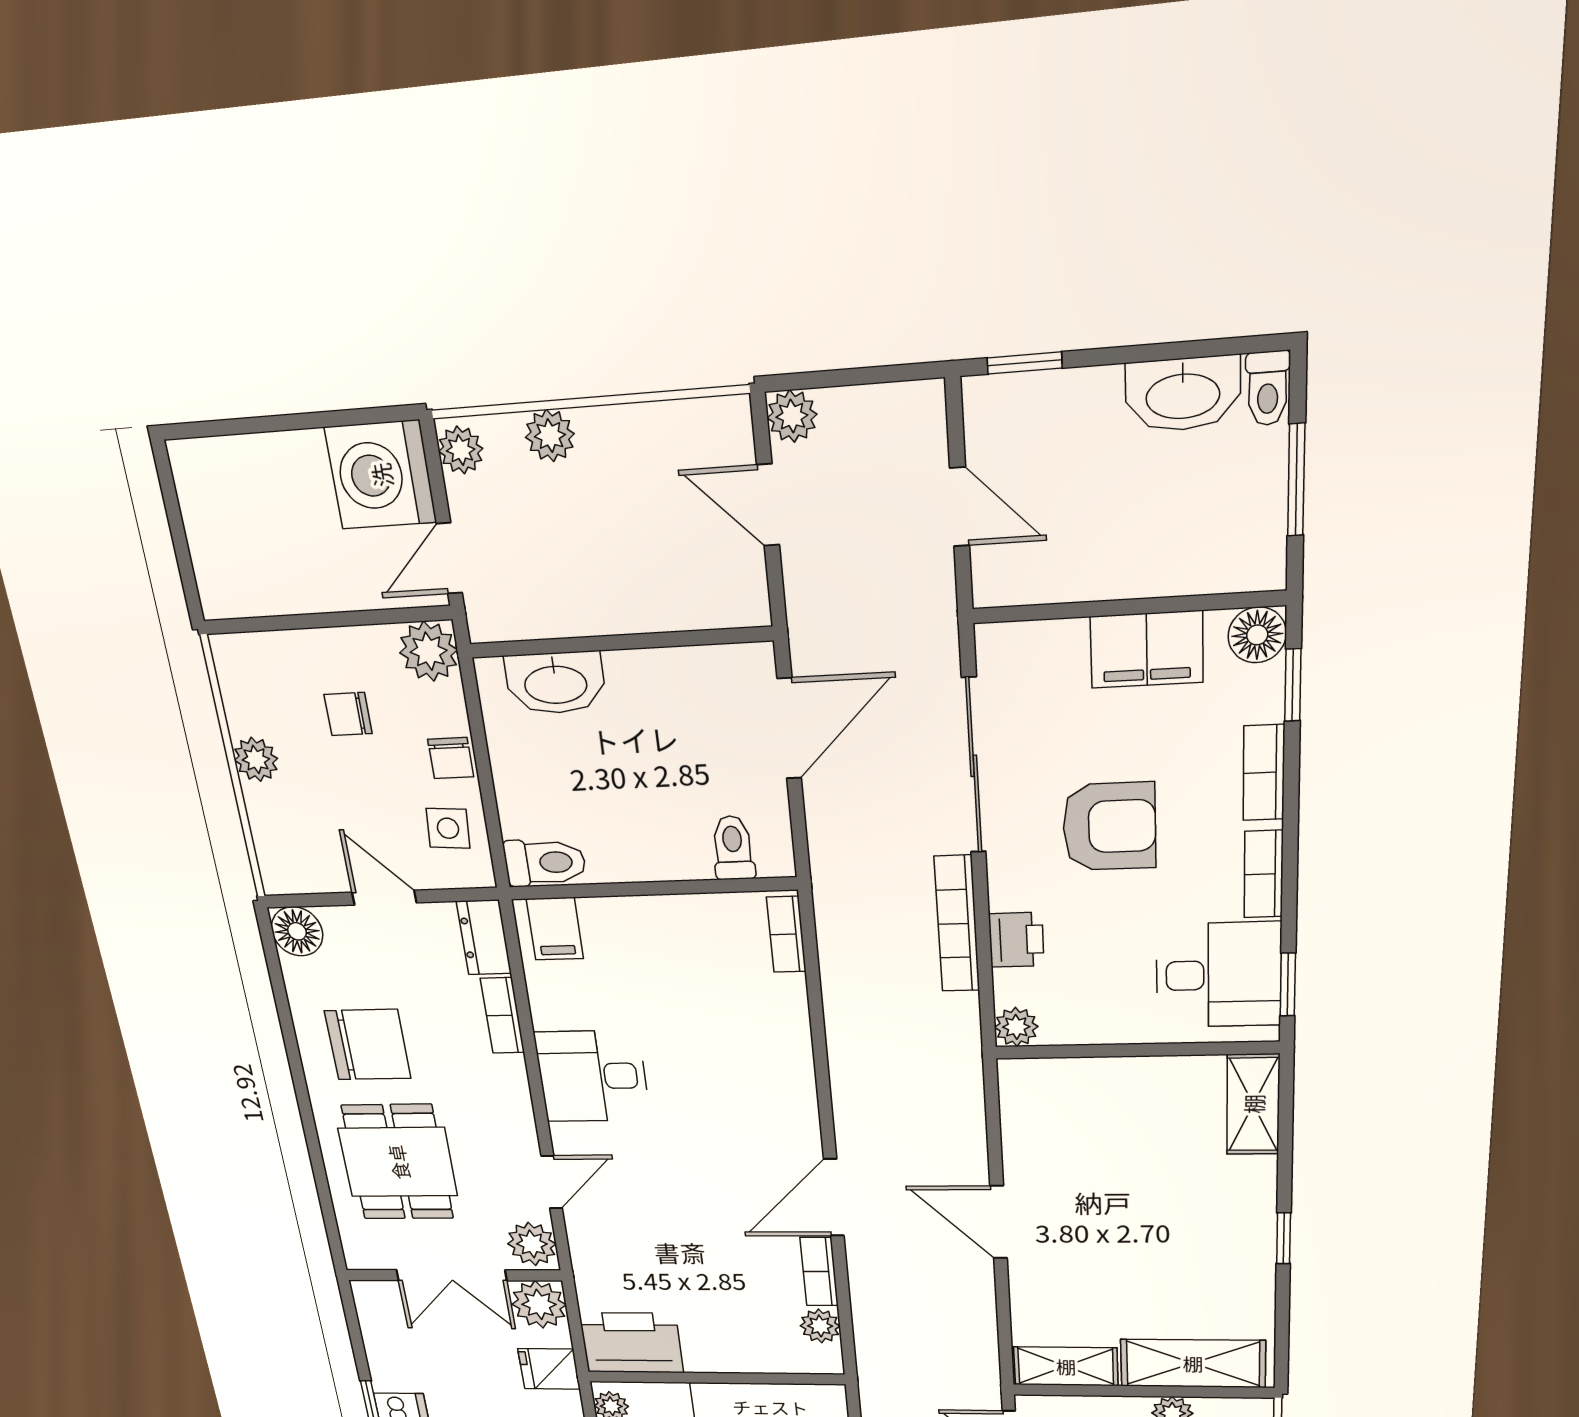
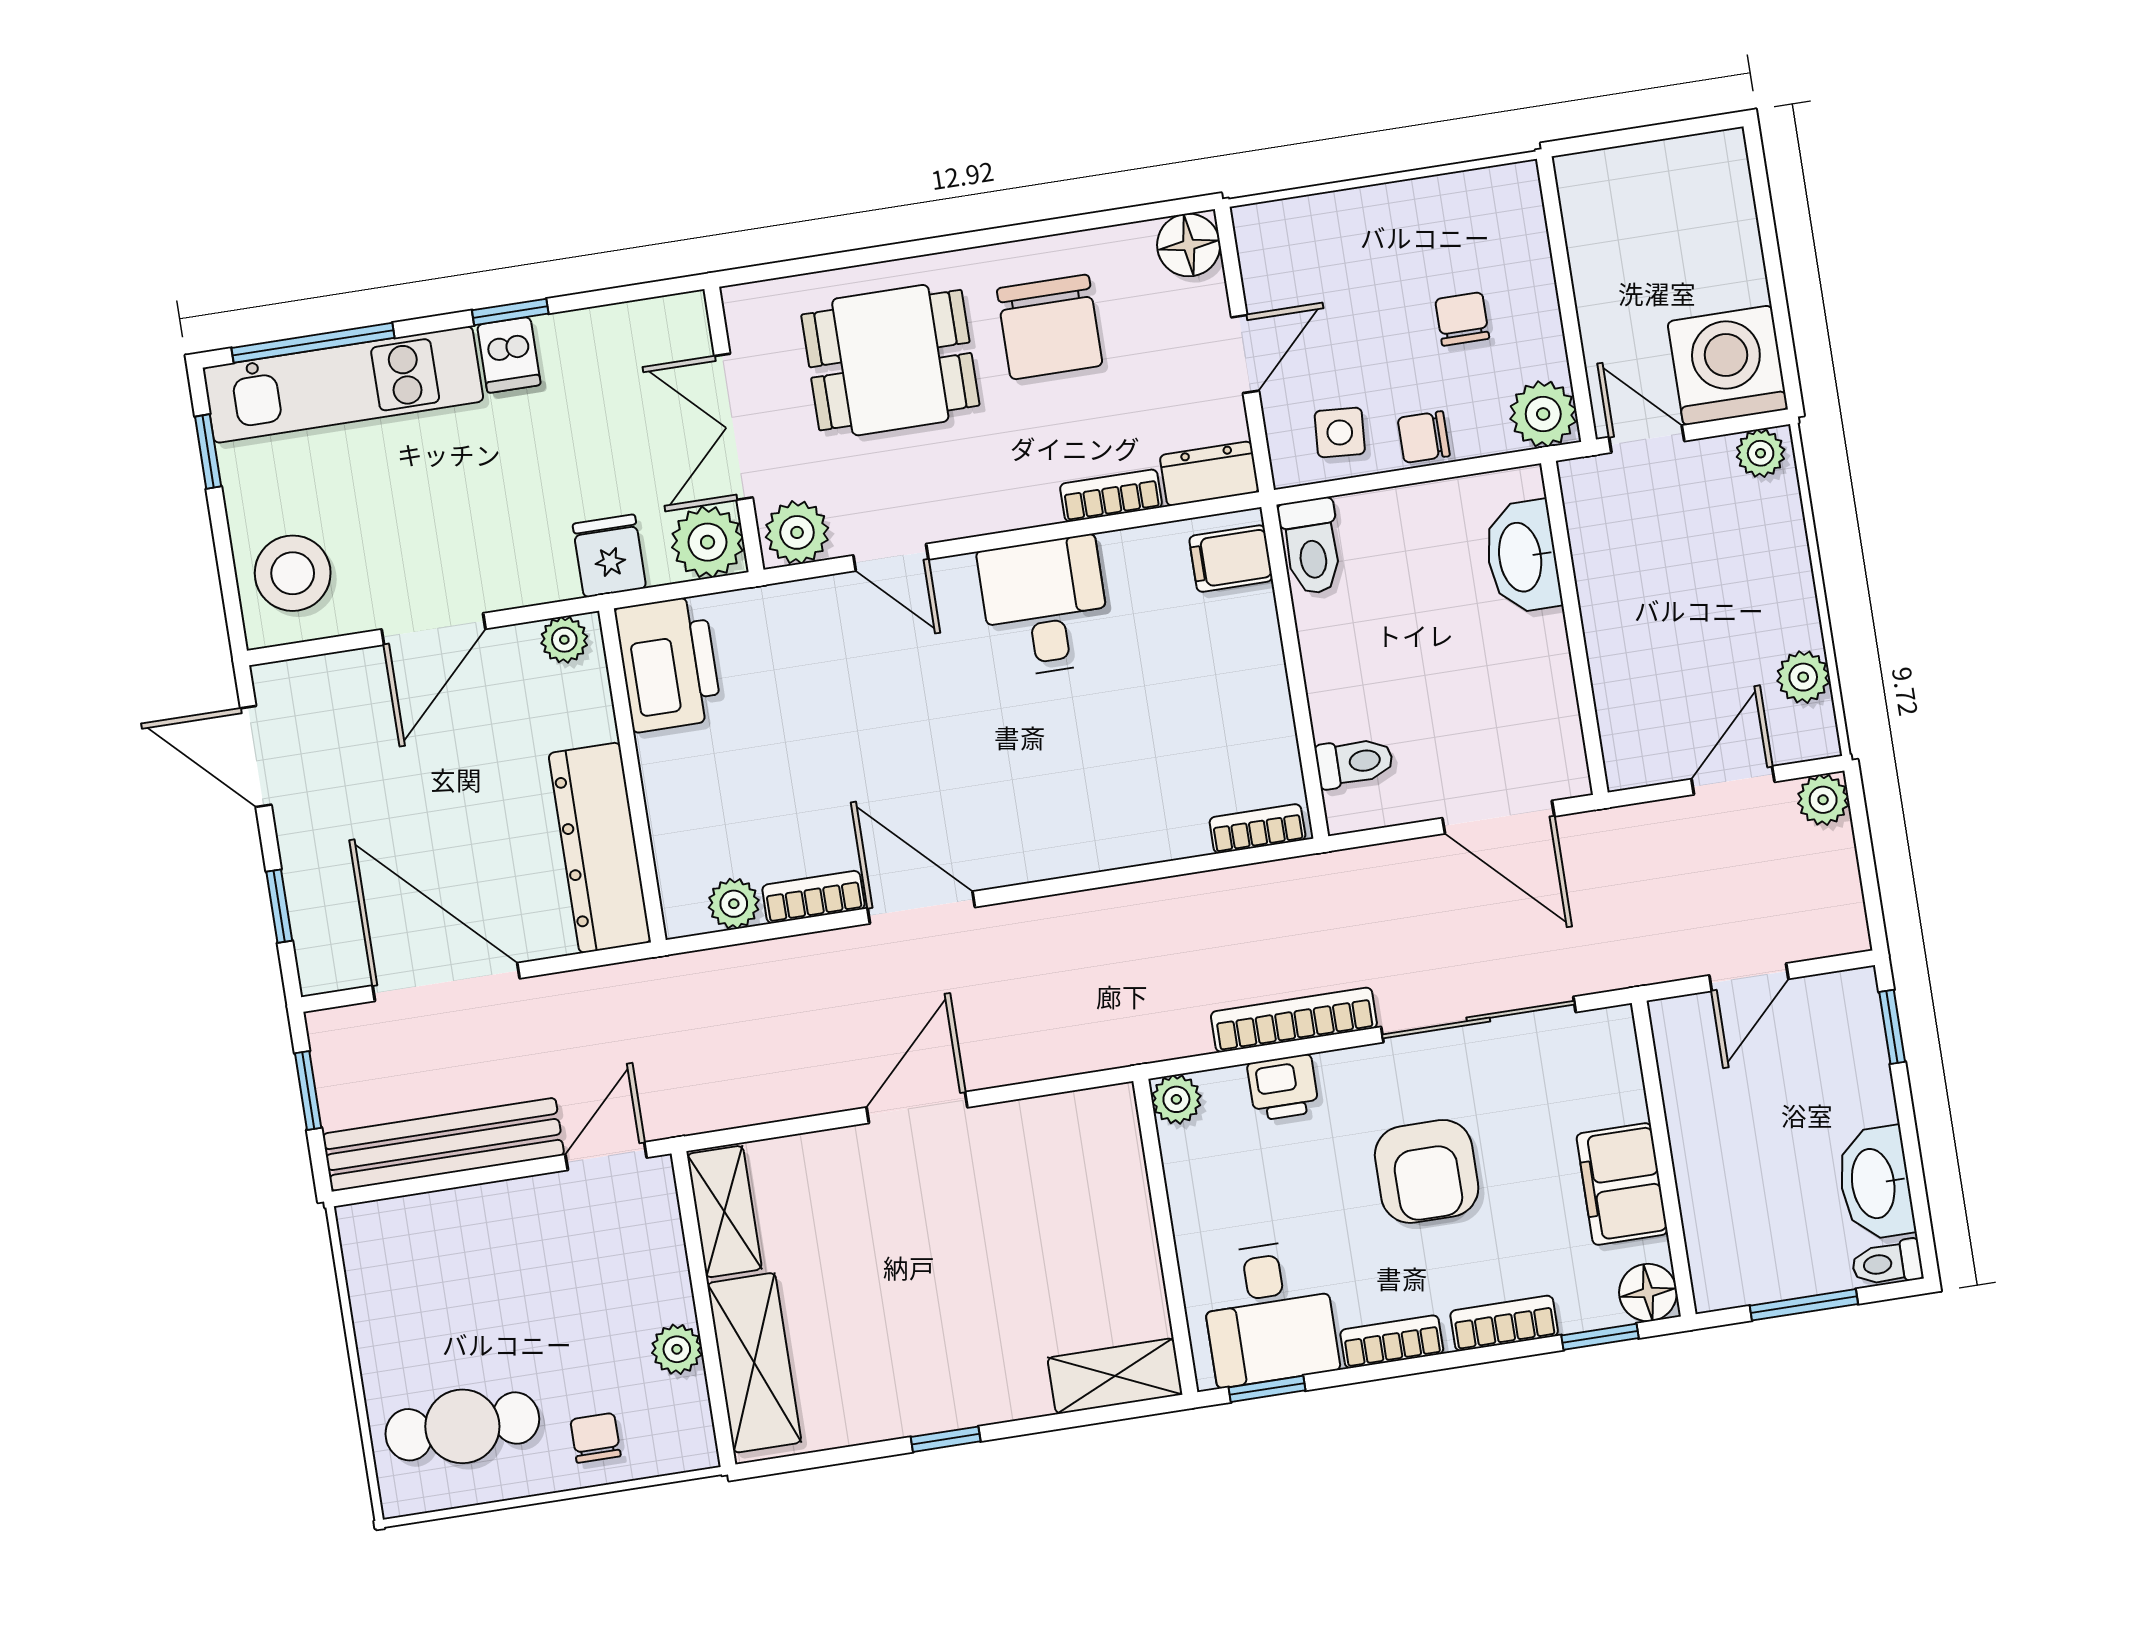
plant: (550, 436) -> (1803, 677), moved
plant: (256, 759) -> (1397, 207), removed

